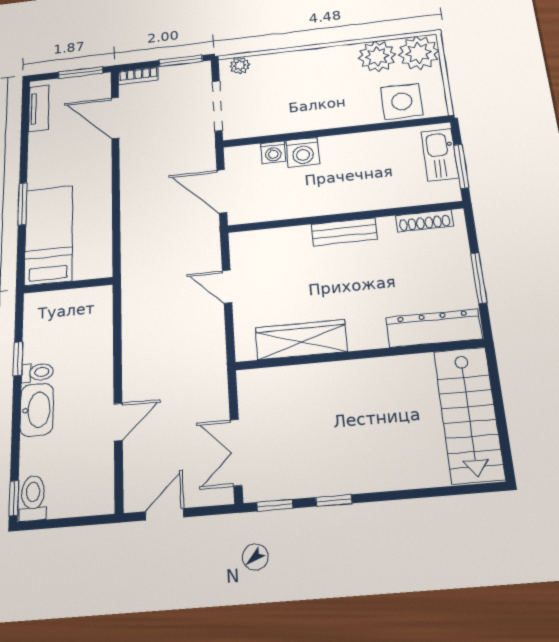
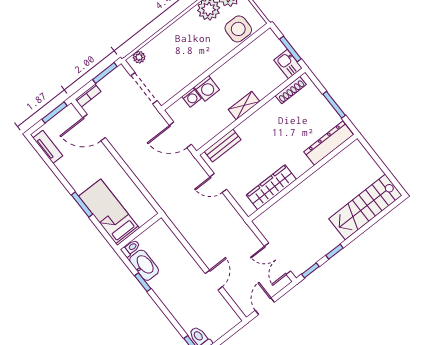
kitchen sink: (440, 155) -> (288, 64), moved, width x0.73
shelving: (340, 203) -> (244, 105), added
bench: (344, 232) -> (223, 146), moved
toilet: (37, 372) -> (131, 248), moved
washbasin: (37, 410) -> (144, 265), moved
stairs: (469, 414) -> (365, 207), moved, turned 90

